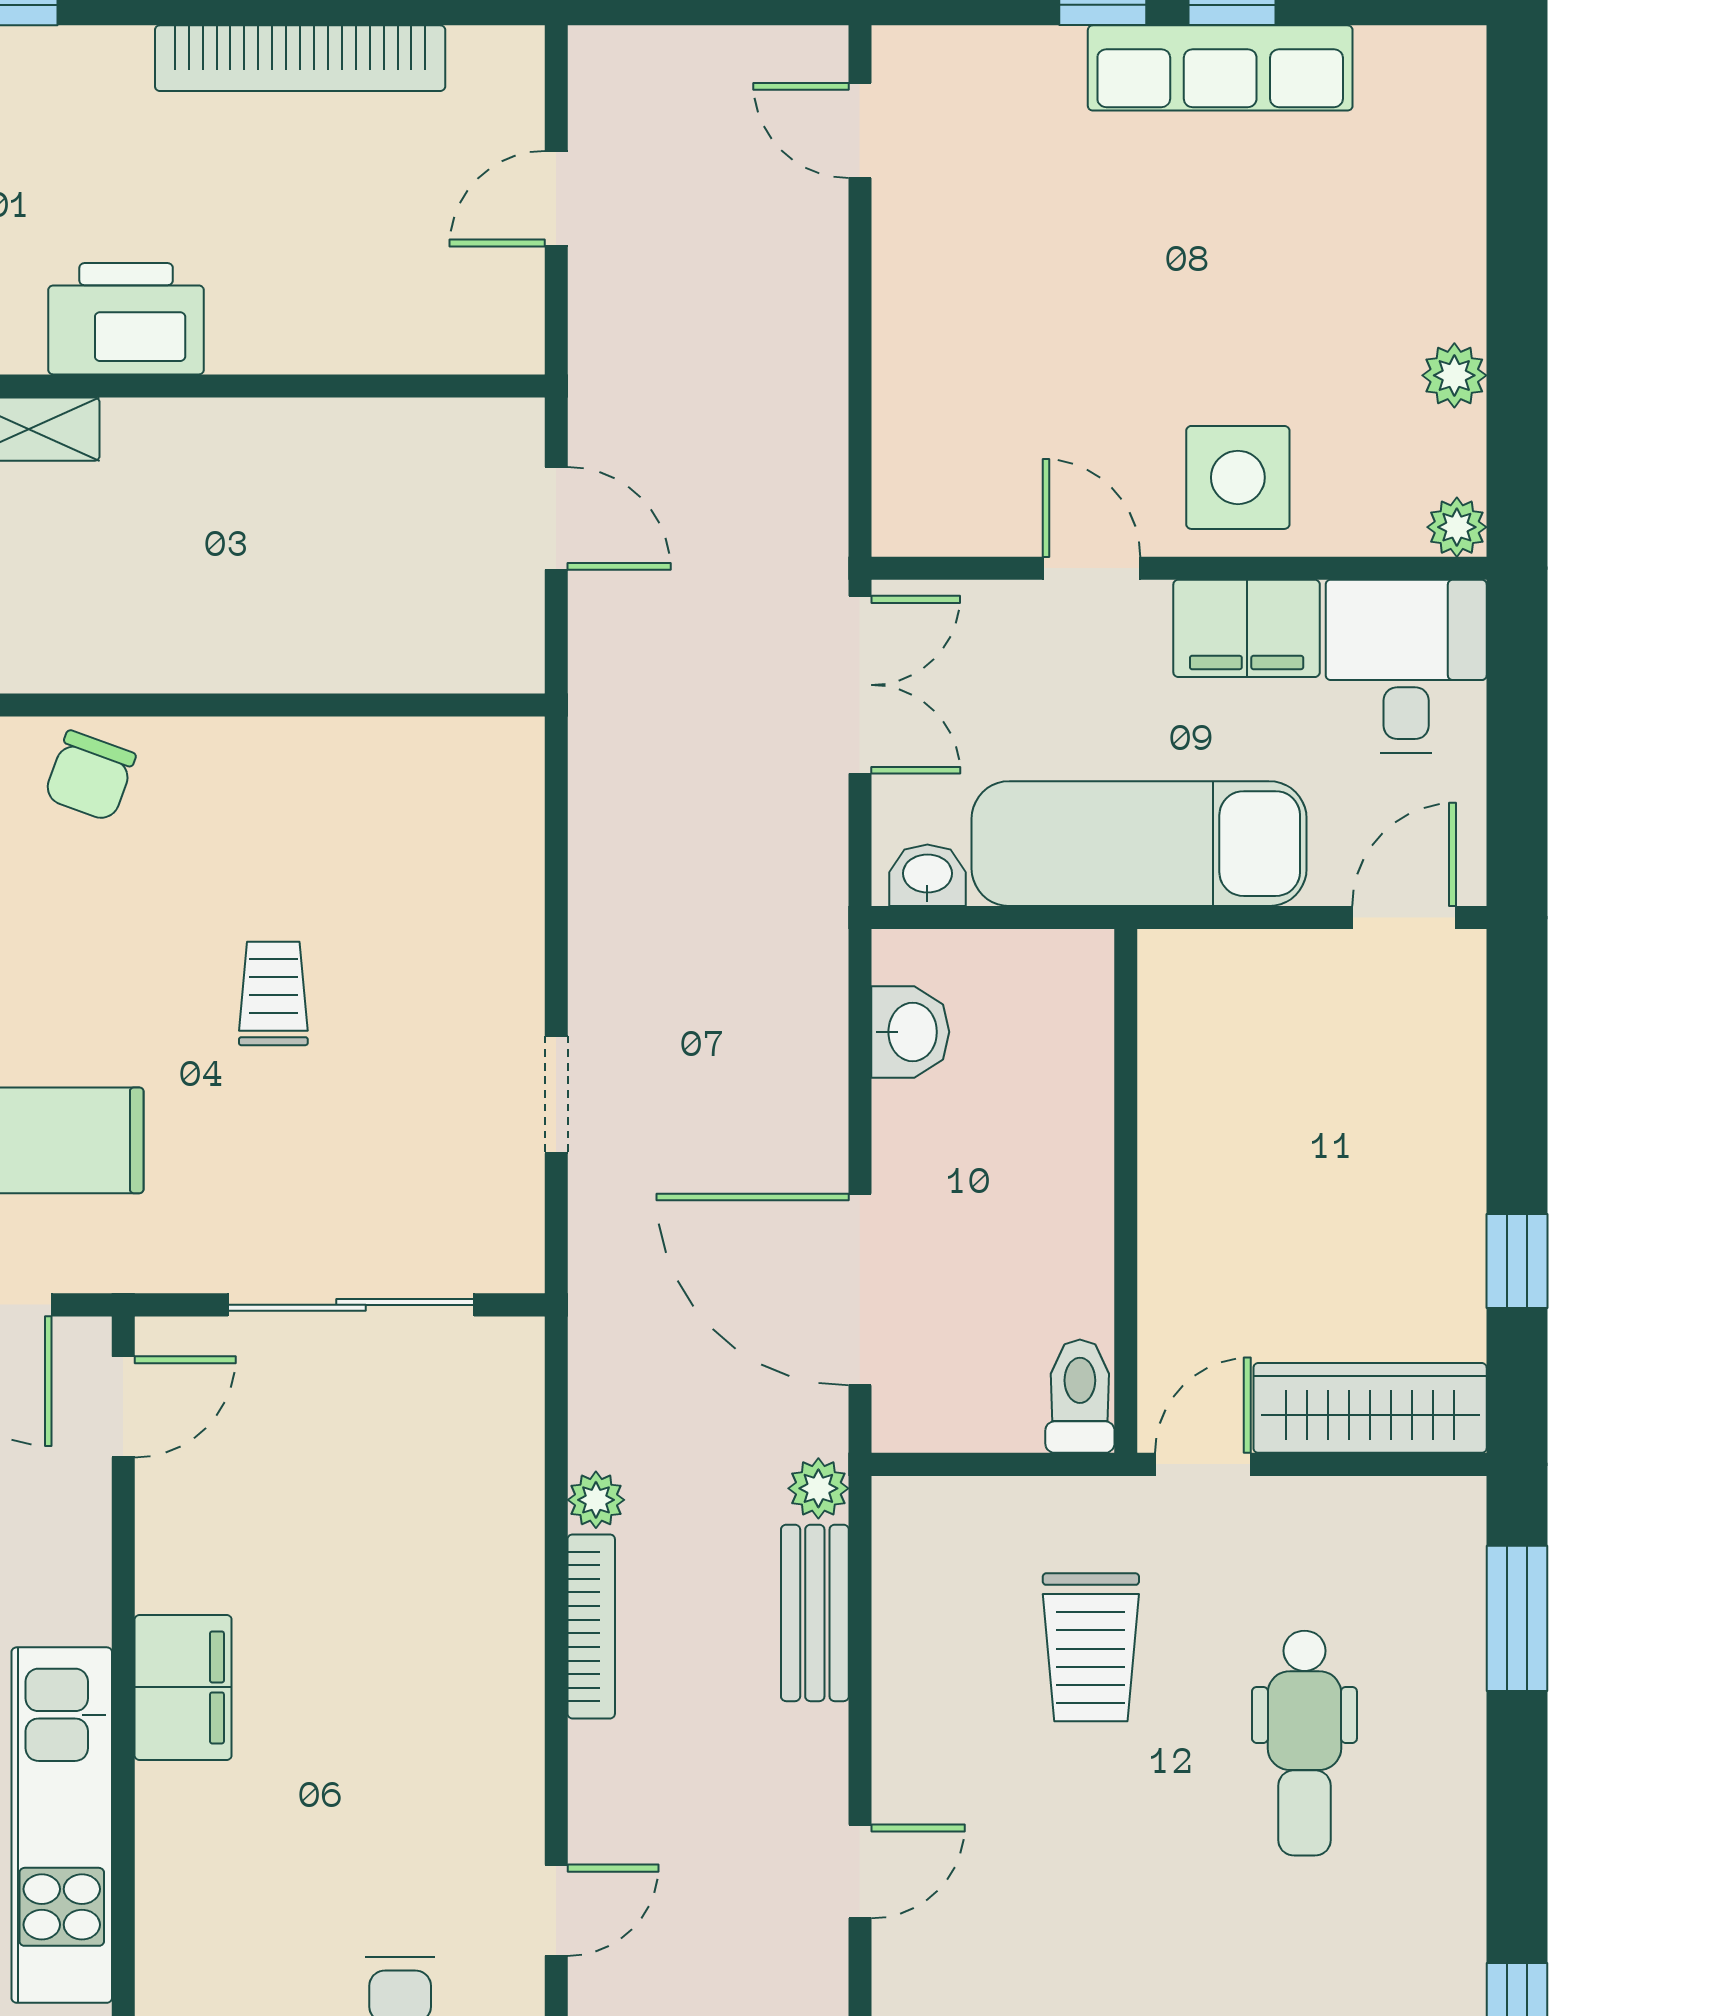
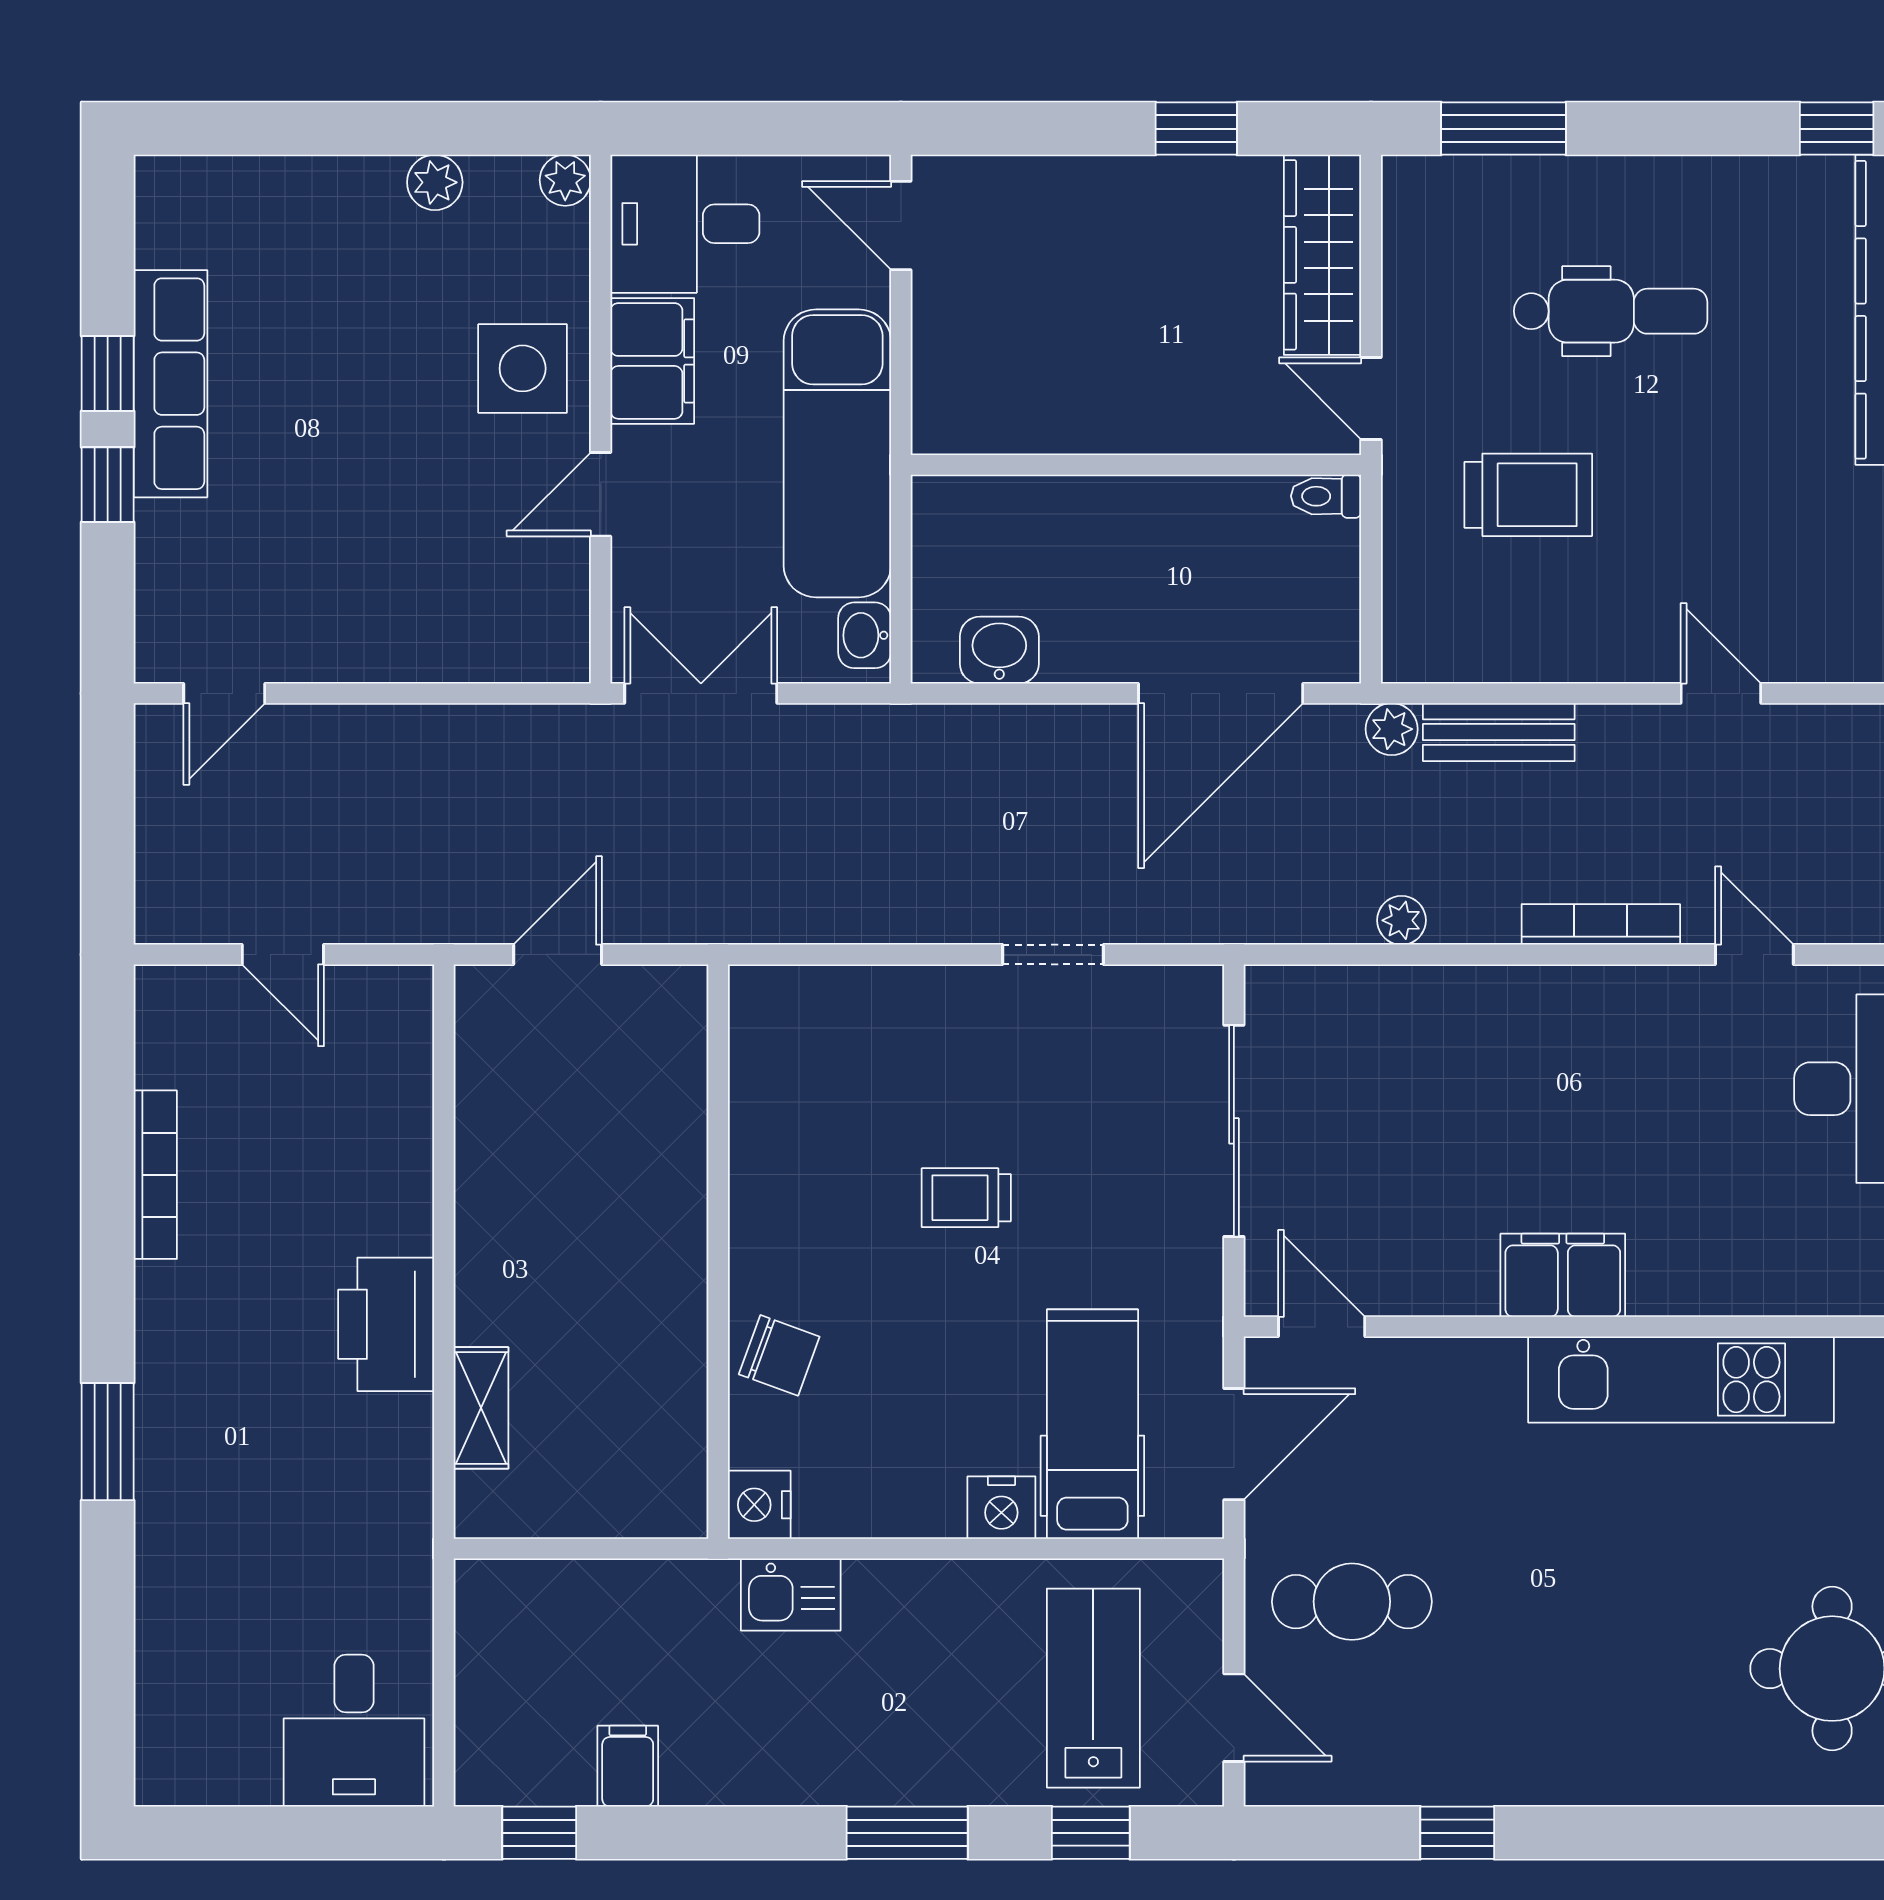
bookcase: (300, 58) -> (155, 1175), width x0.68, depth x0.76
toilet: (1080, 1396) -> (1326, 496), width x0.73, depth x0.72
bookcase: (591, 1626) -> (1601, 924), moved

